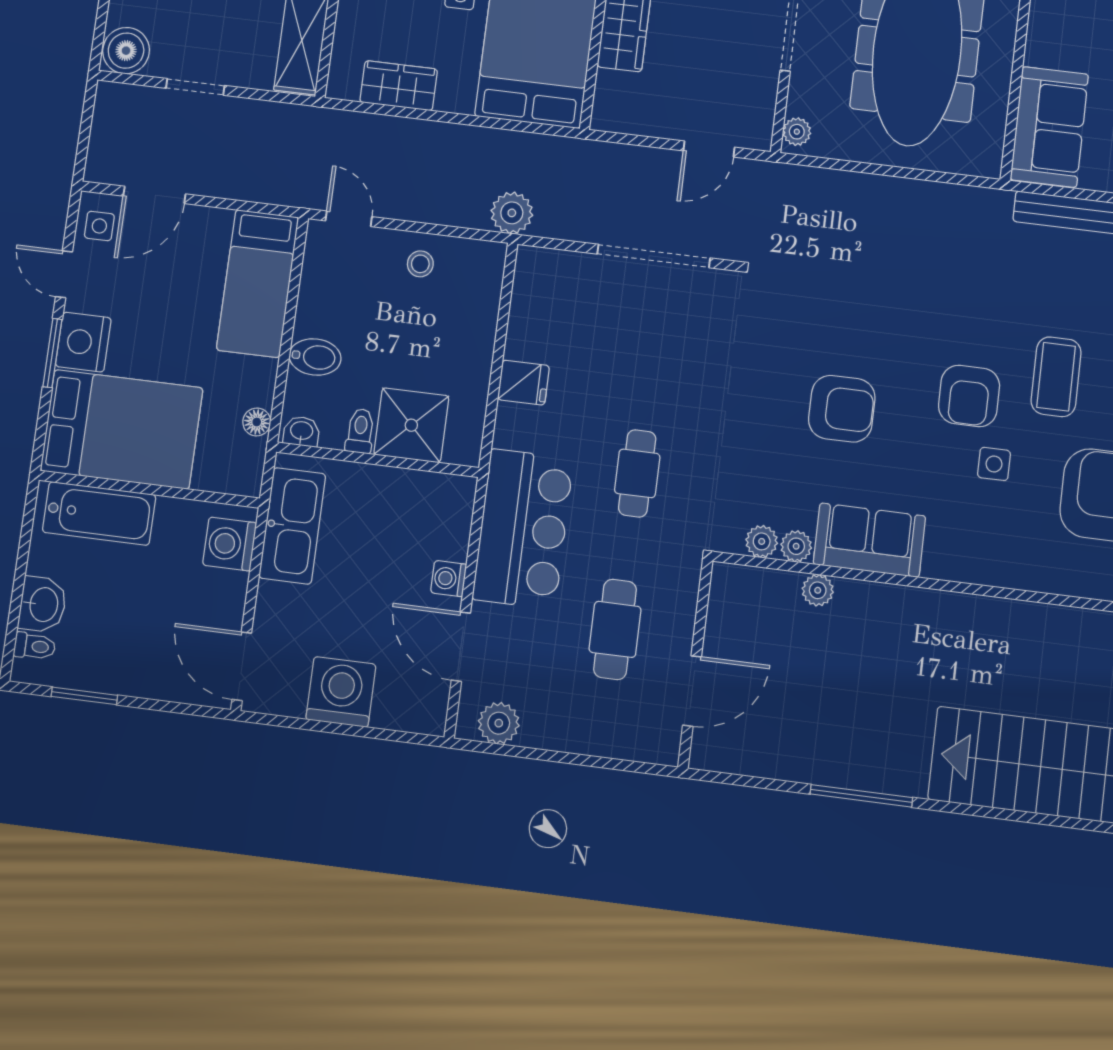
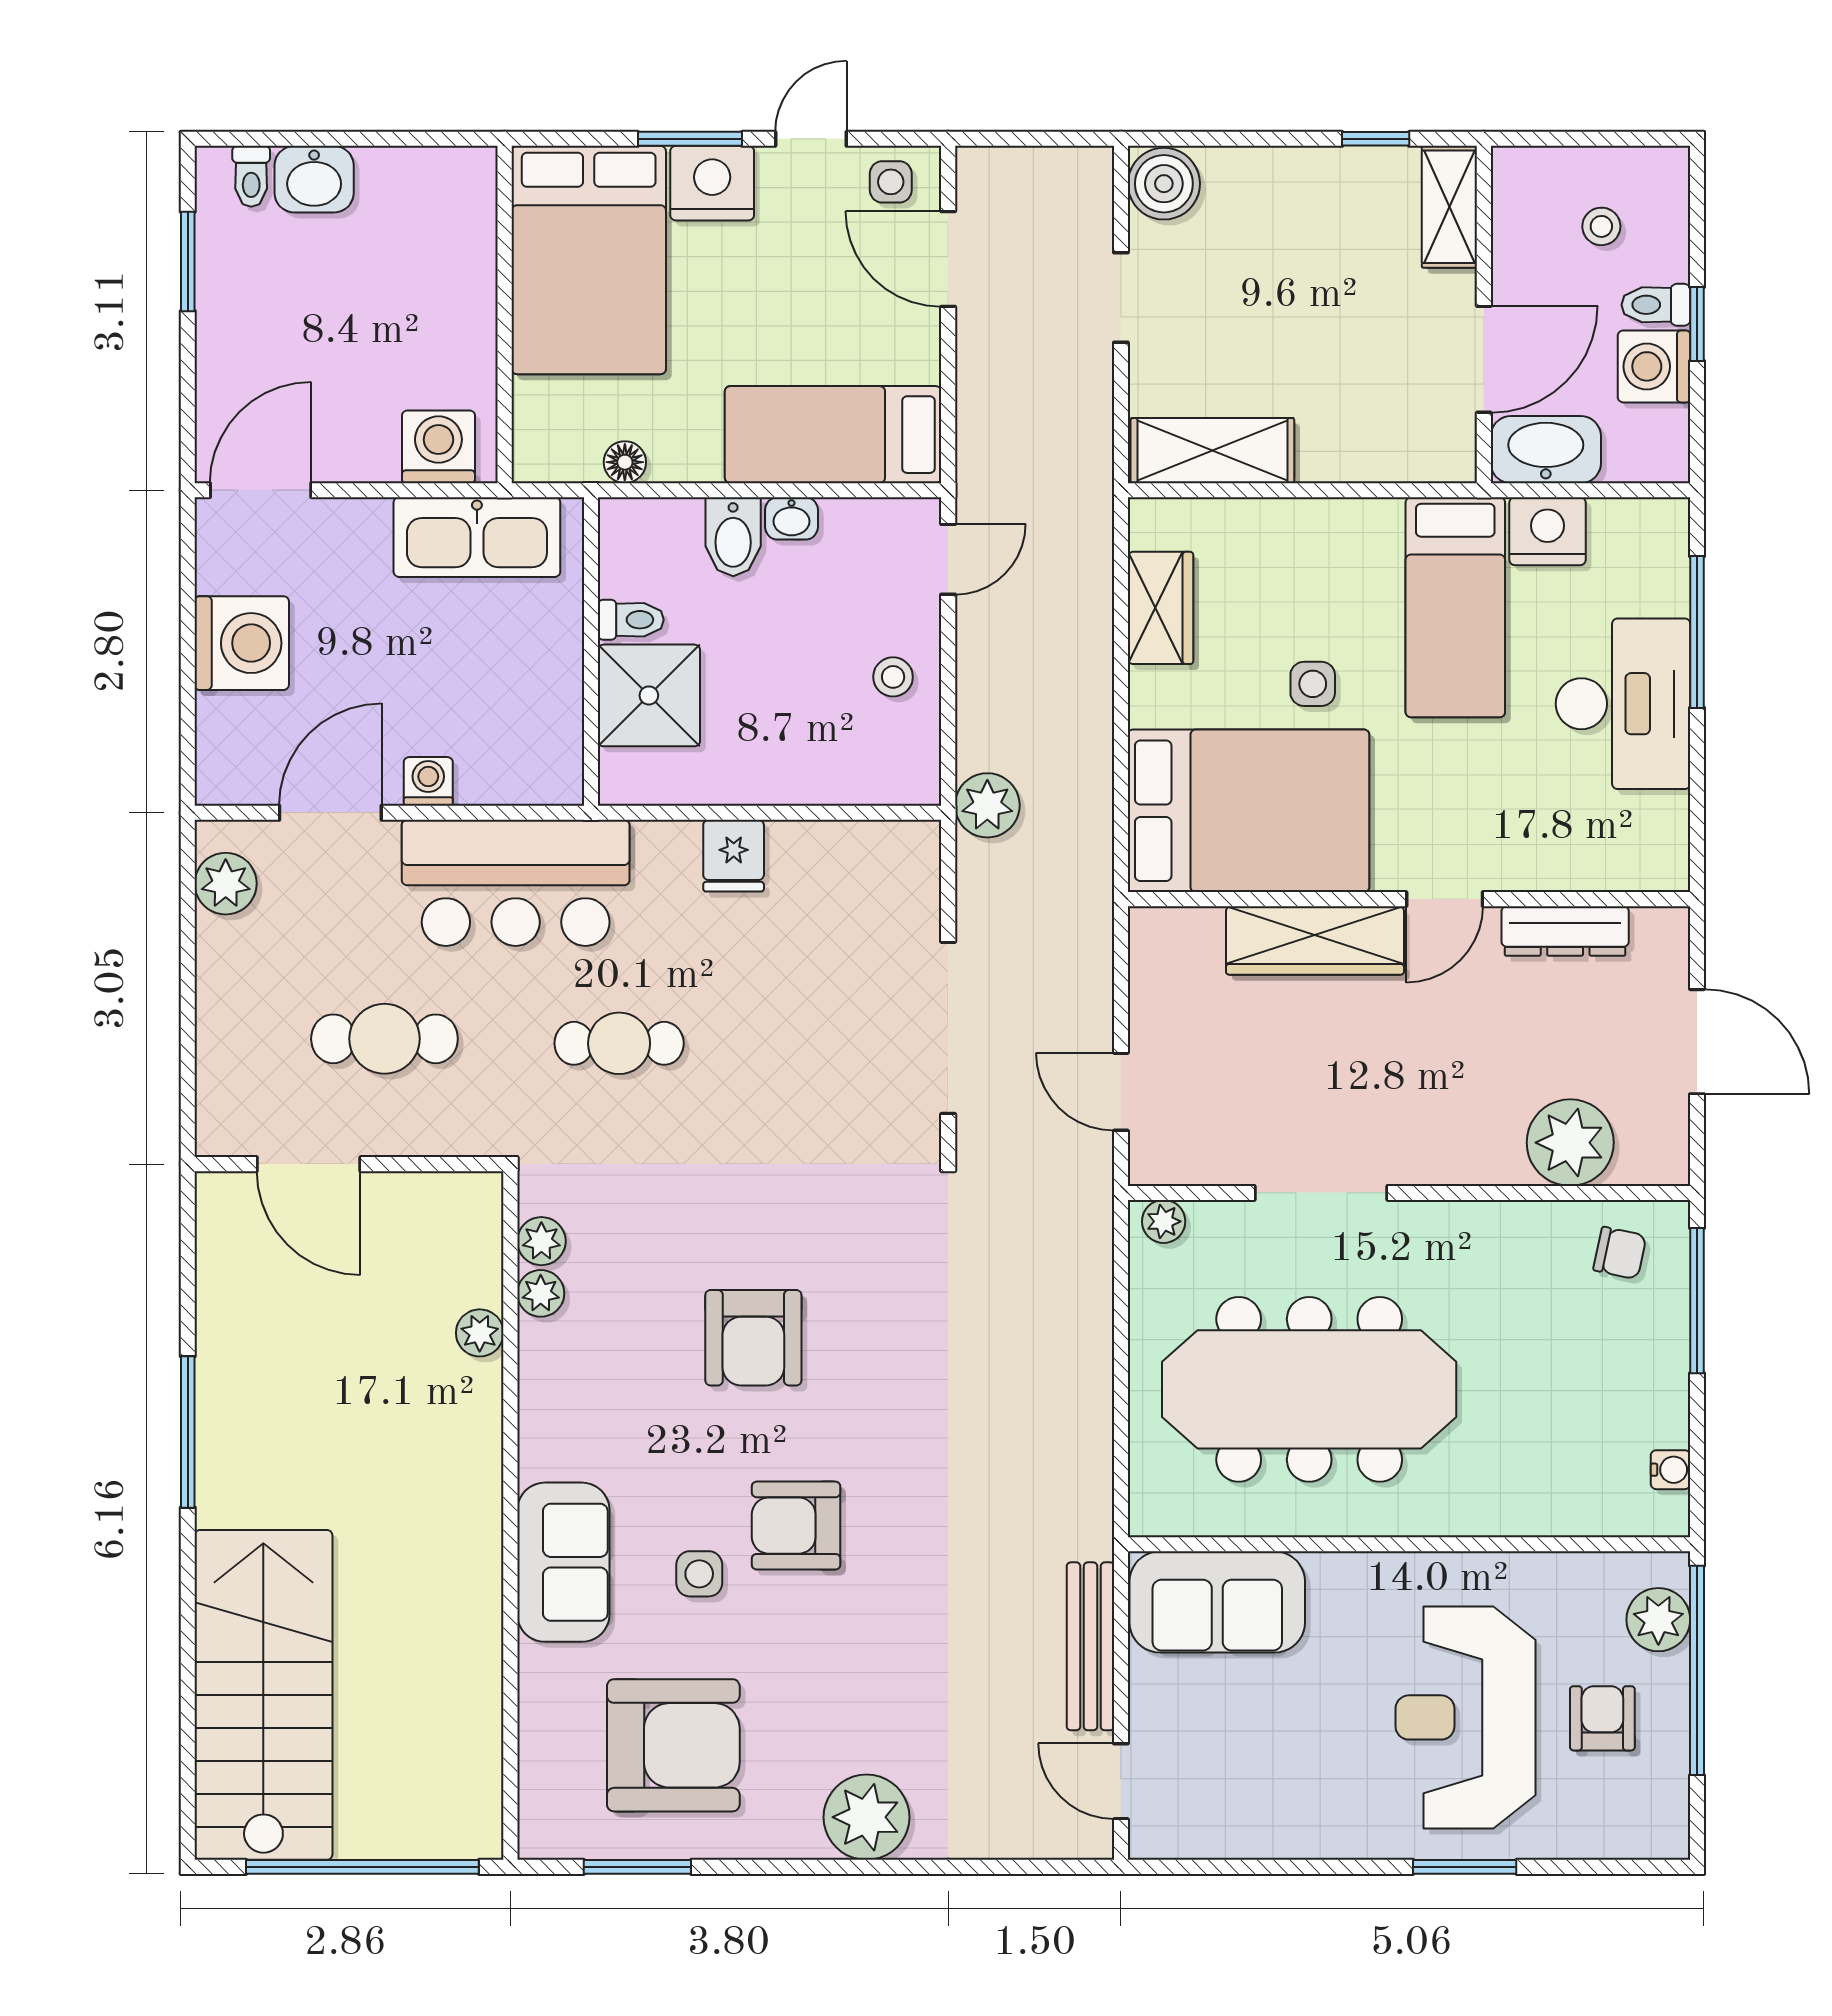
coffee table: (1056, 377) -> (841, 1652), removed
washbasin: (301, 431) -> (791, 518), moved, turned 90
bathtub: (99, 513) -> (459, 244), removed
sofa: (869, 540) -> (563, 1562), moved

